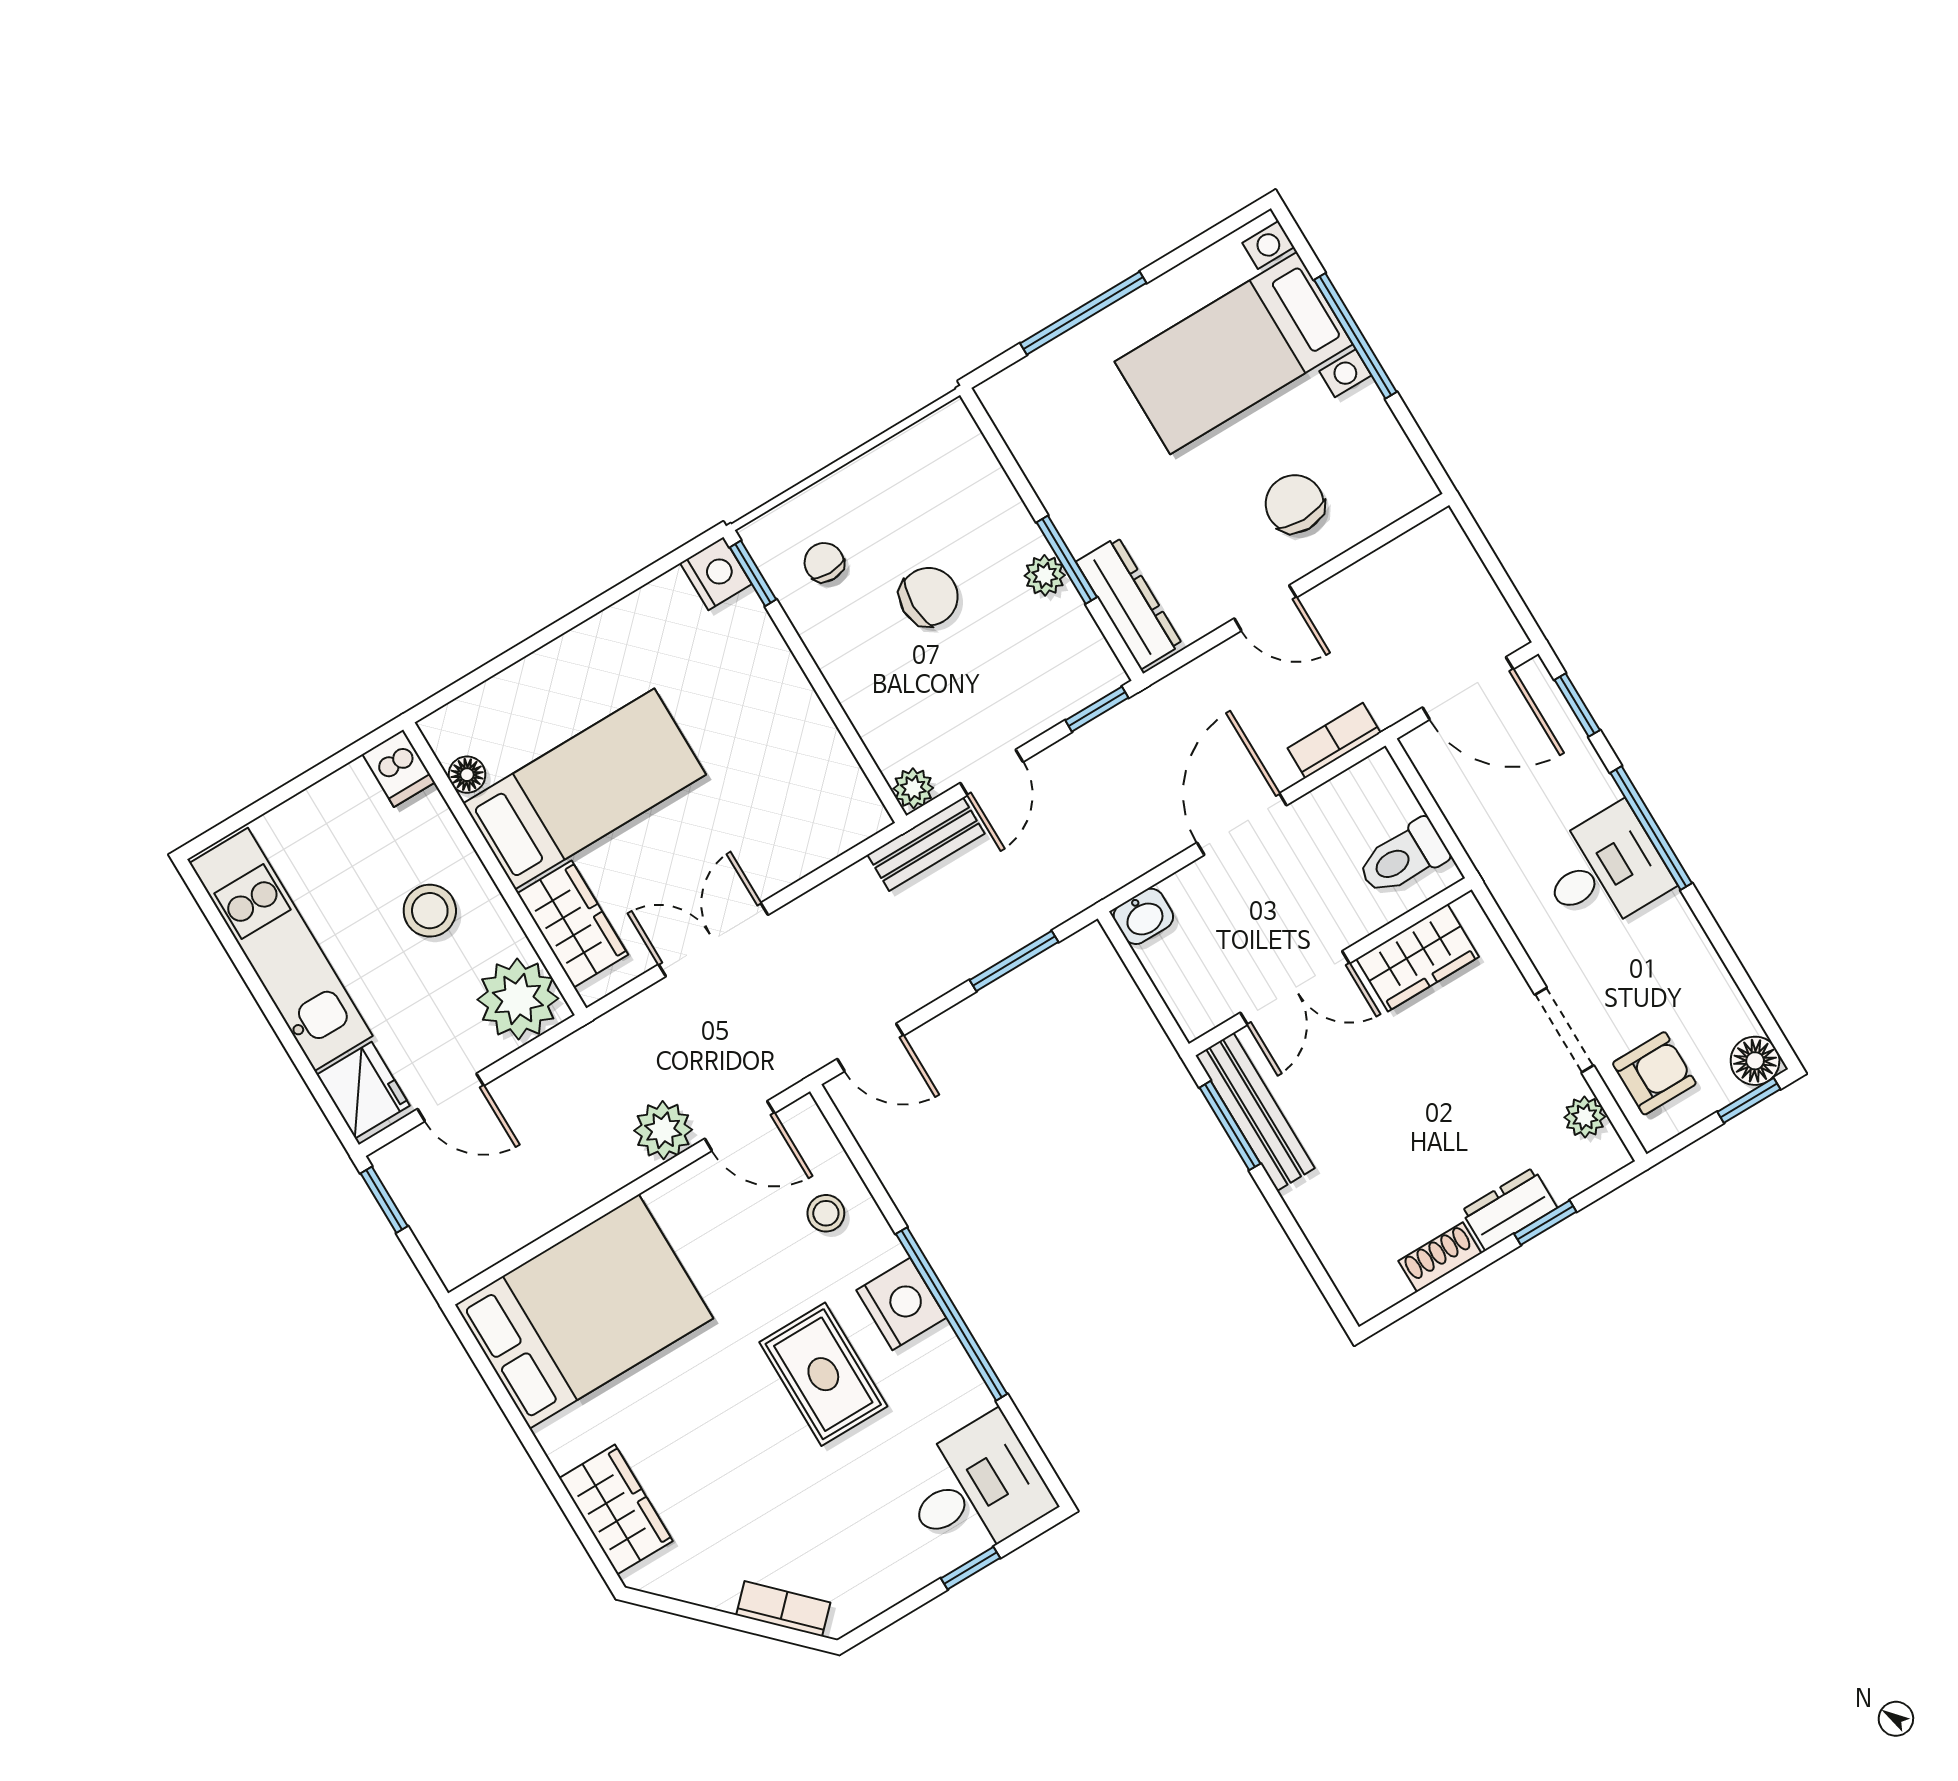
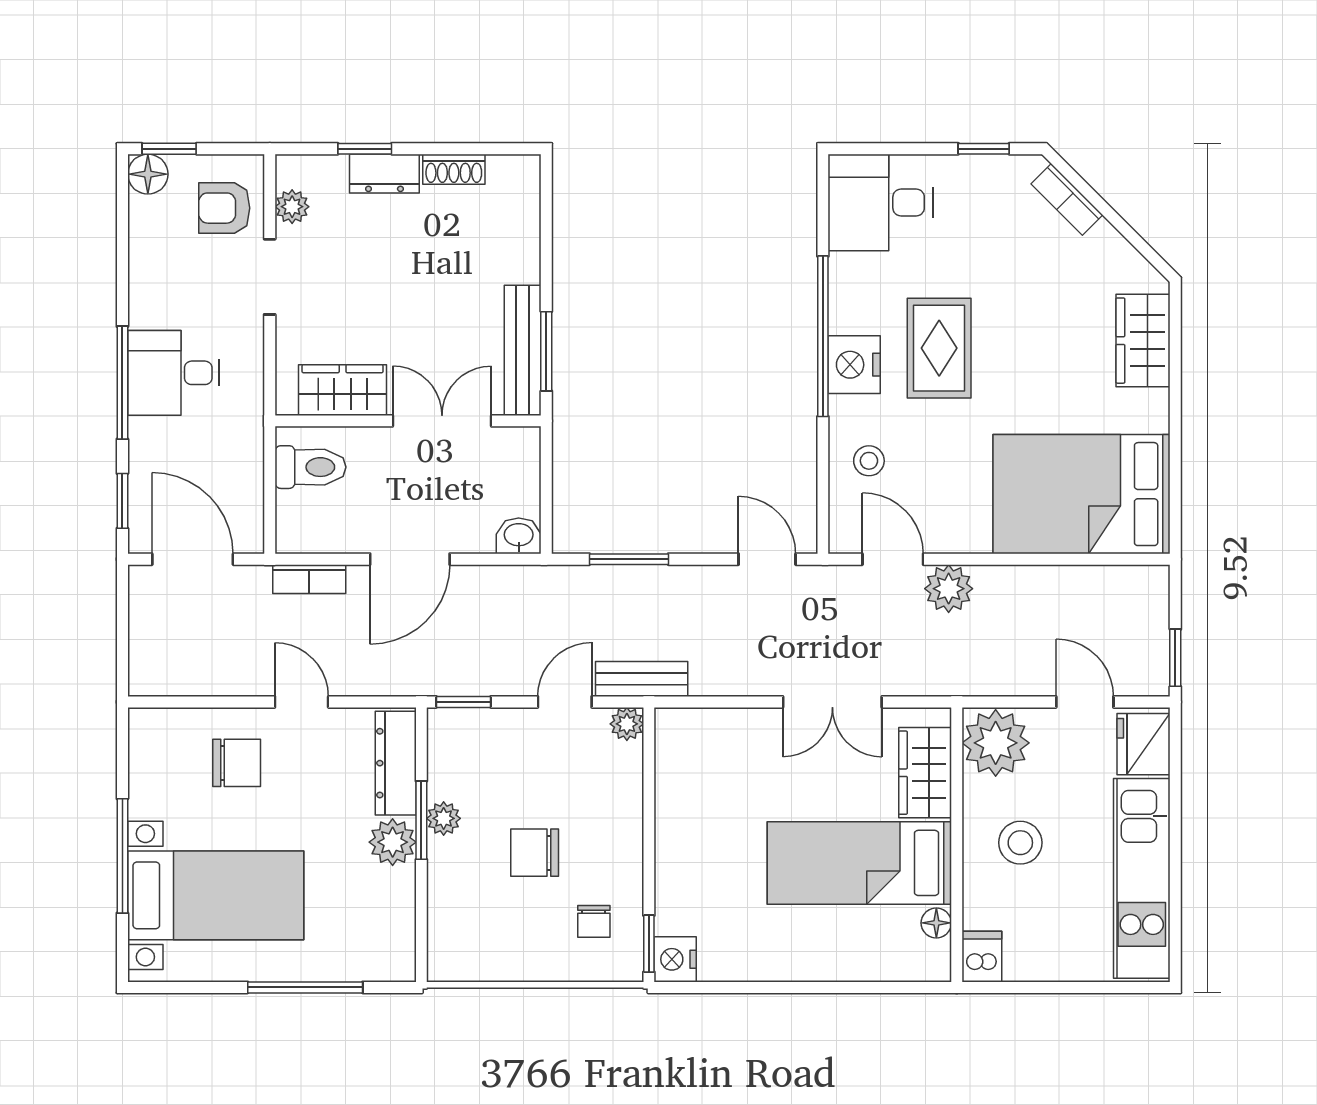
chair: (1295, 504) -> (237, 763), turned -90
plant: (1083, 519) -> (393, 842), added
window: (970, 1568) -> (984, 149), moved

